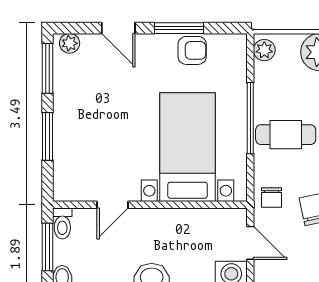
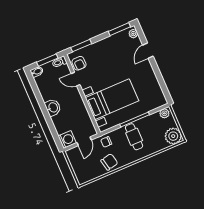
window: (179, 28) -> (158, 75), removed
armchair: (192, 50) -> (79, 63), moved
window: (48, 136) -> (81, 46), moved

